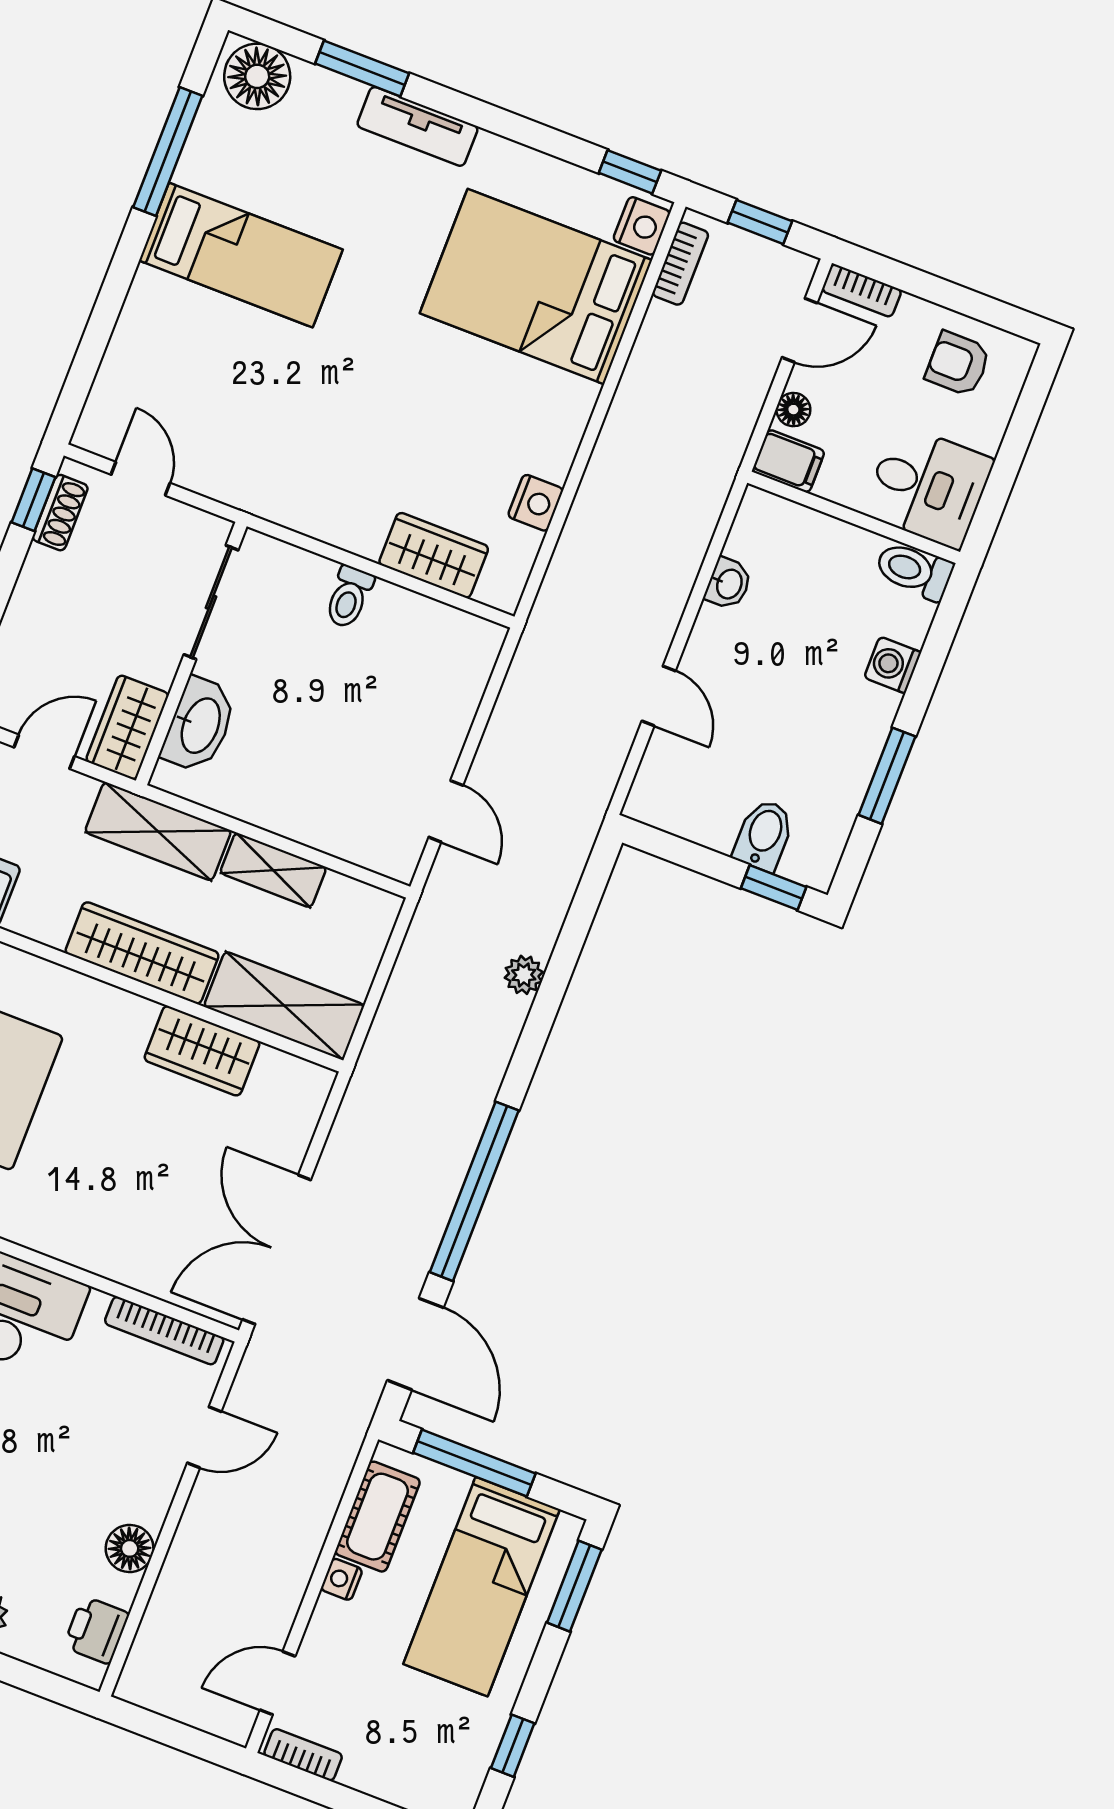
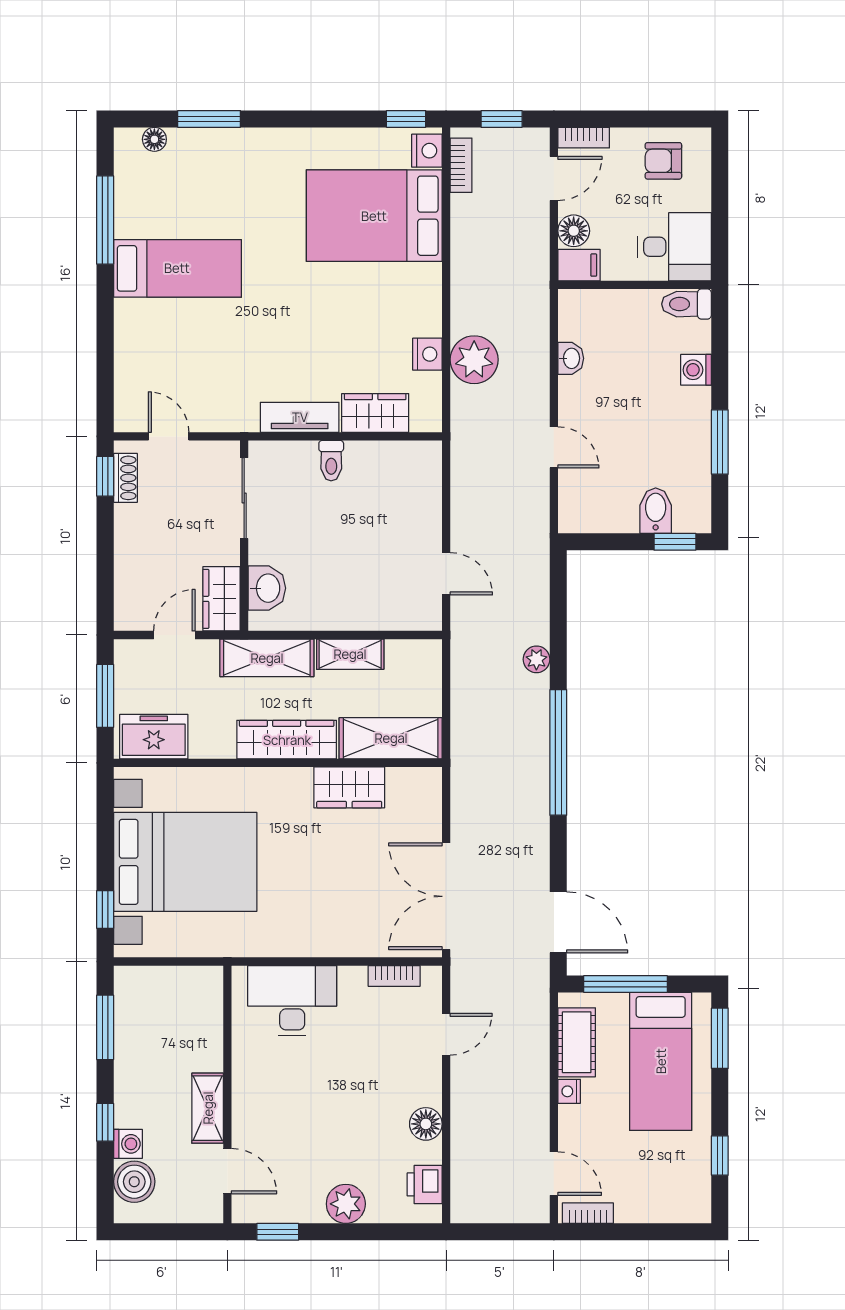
floor lamp: (257, 76) -> (154, 139), width x0.53, depth x0.53
tv unit: (417, 126) -> (300, 417), moved, turned 180
floor lamp: (793, 410) -> (574, 231), width x1.37, depth x1.37
plant: (596, 535) -> (474, 360), added
washbasin: (199, 725) -> (267, 588), width x0.72
window: (474, 1191) -> (558, 752), moved
bookcase: (164, 1331) -> (394, 976), width x0.64
door: (278, 1683) -> (554, 1174), swing flipped

